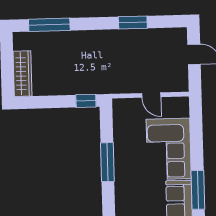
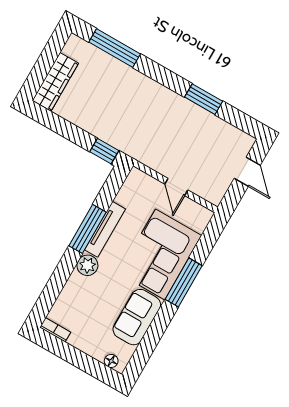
tv unit: (120, 155) -> (105, 229), added
plant: (123, 187) -> (87, 265), added
window: (198, 190) -> (184, 282), moved

